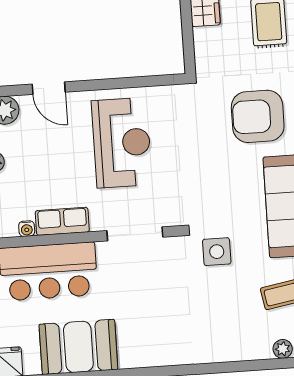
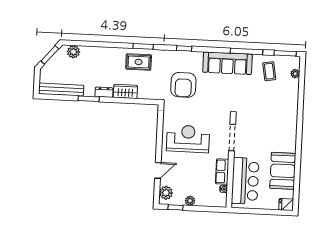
armchair: (258, 116) -> (183, 85), moved
side table: (217, 252) -> (245, 100), removed

